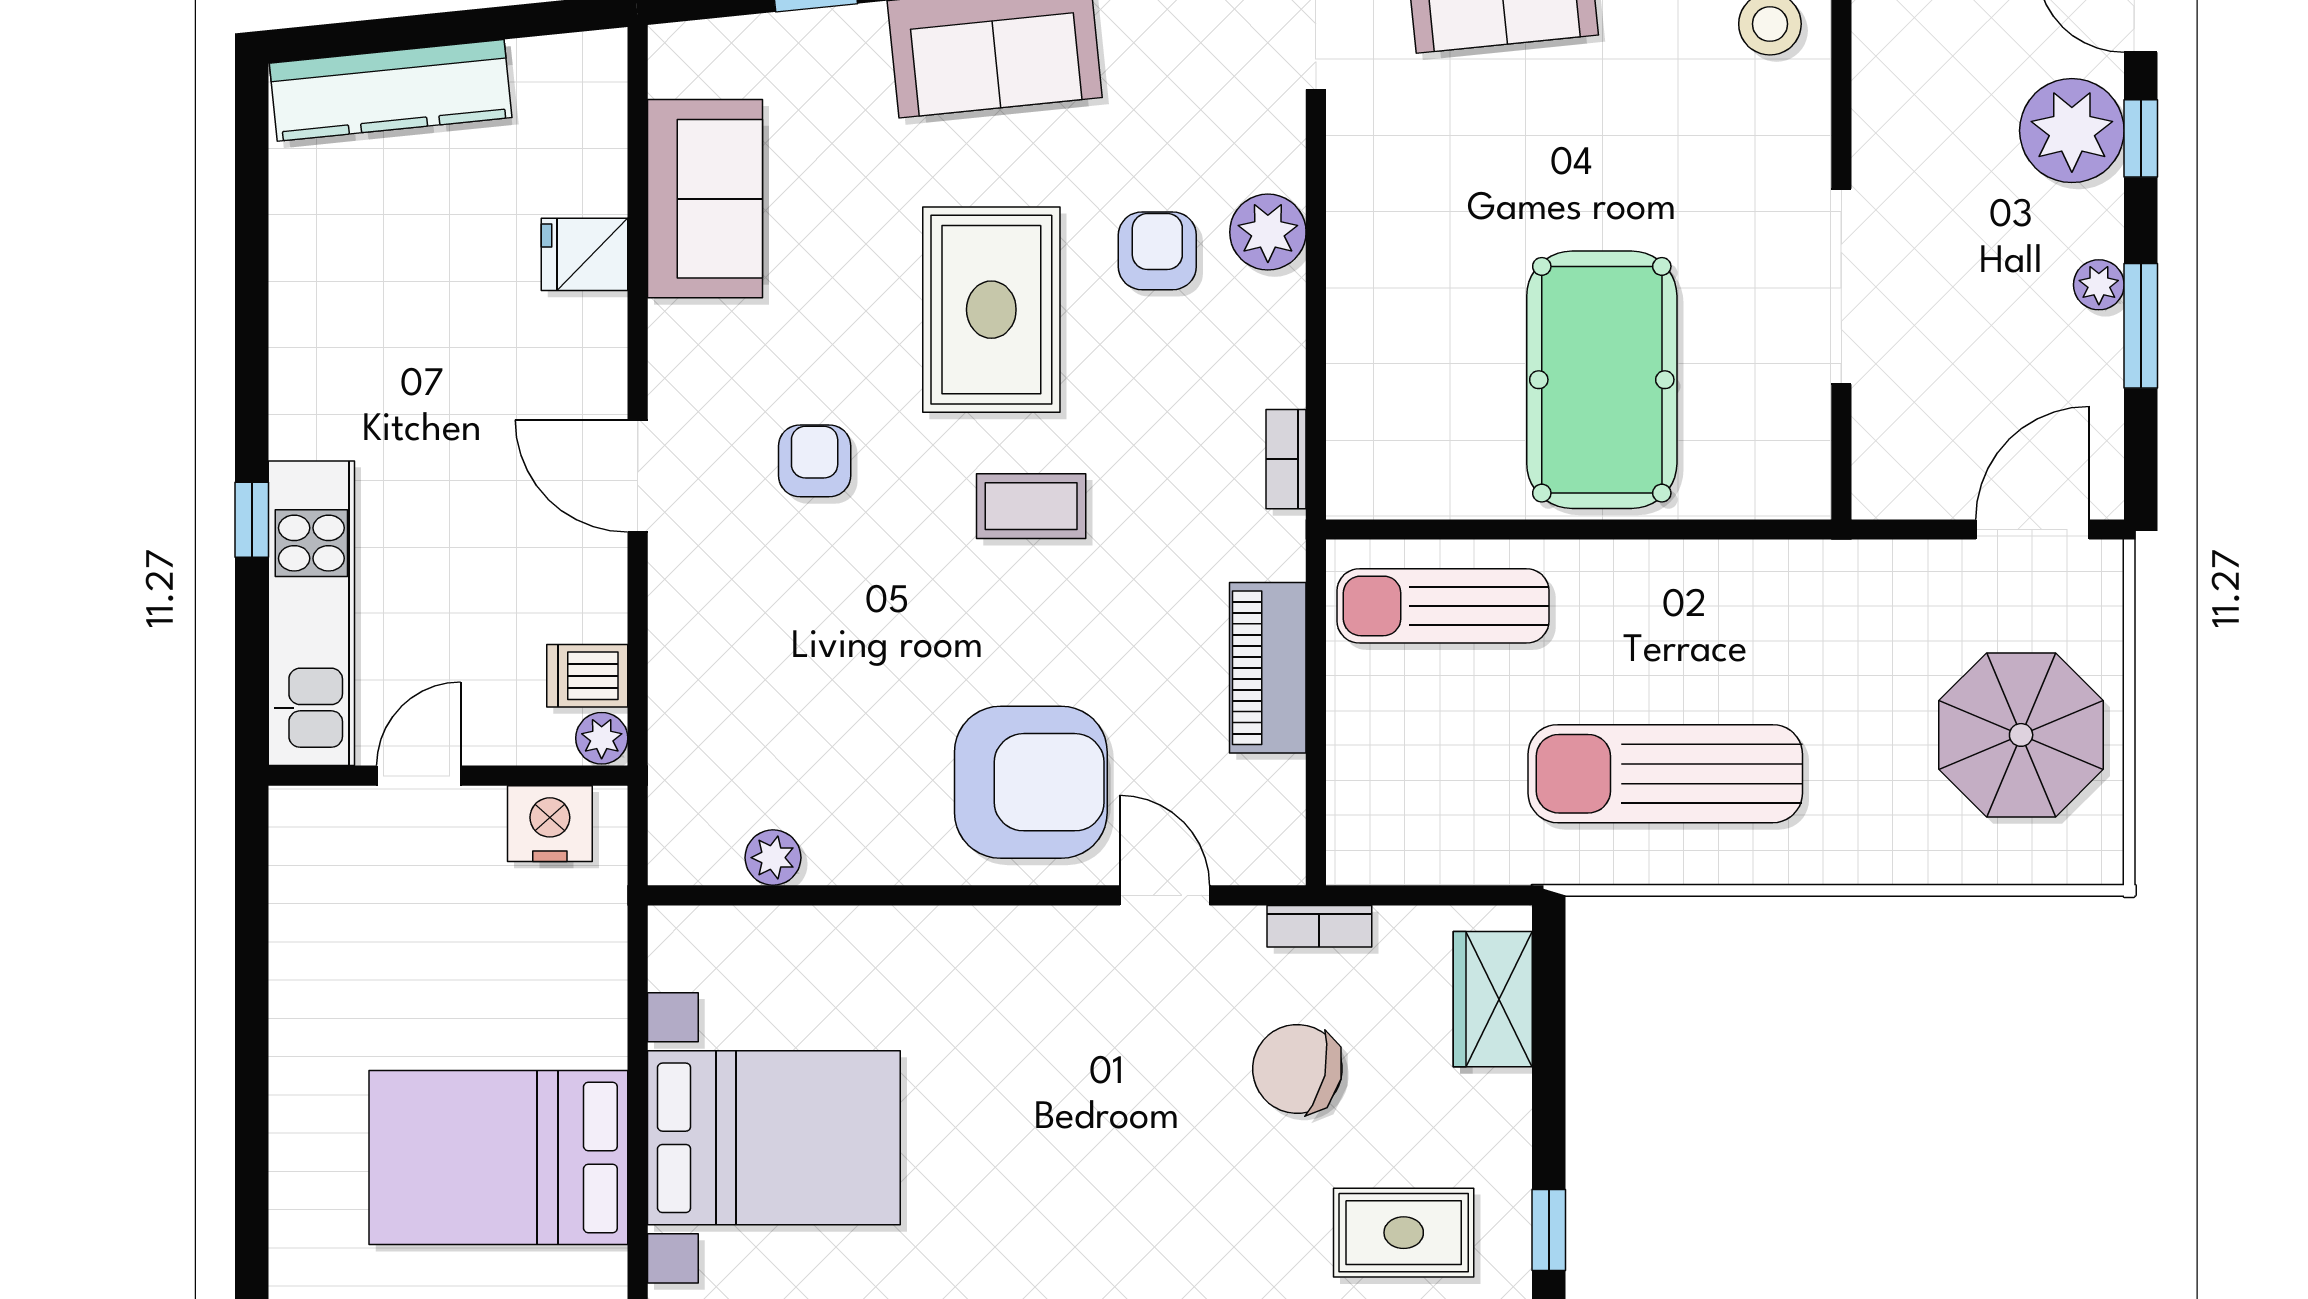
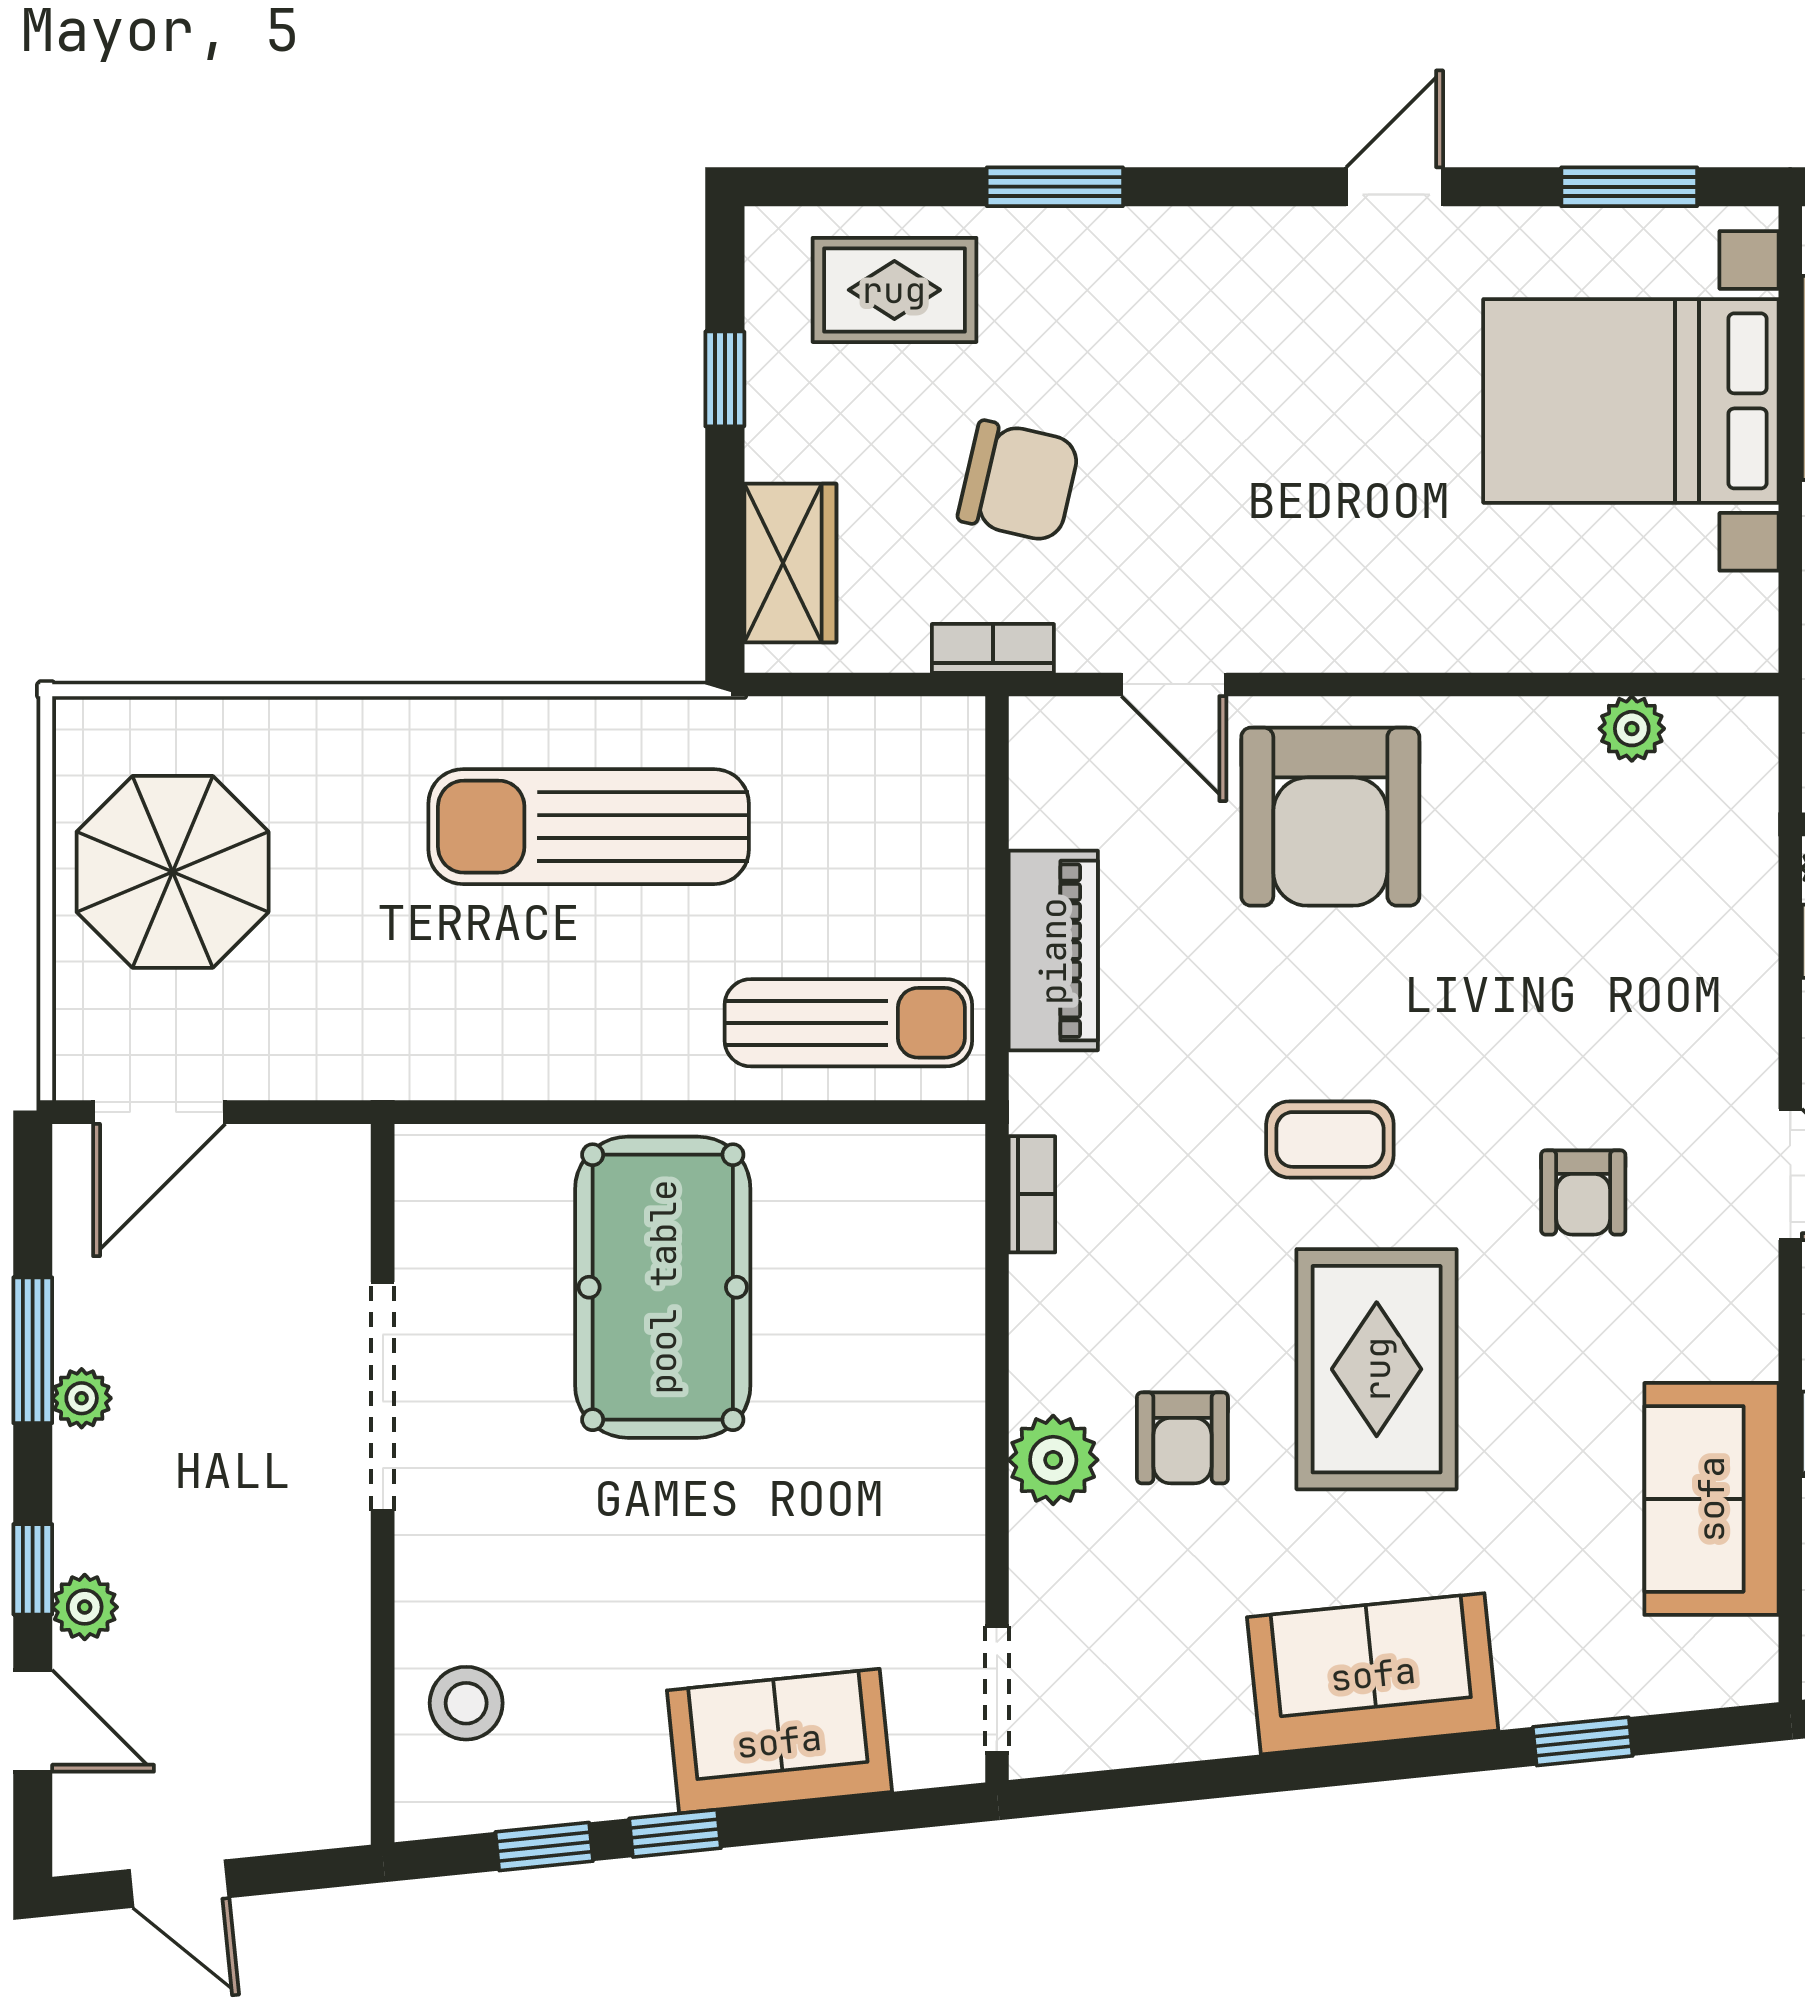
plant: (2072, 131) -> (85, 1607), width x0.53, depth x0.53
sun lounger: (1665, 774) -> (589, 827), turned 180
armchair: (1031, 782) -> (1330, 817), turned -90
window: (1549, 1230) -> (725, 379), moved

